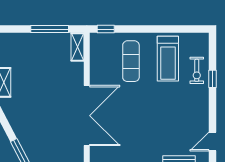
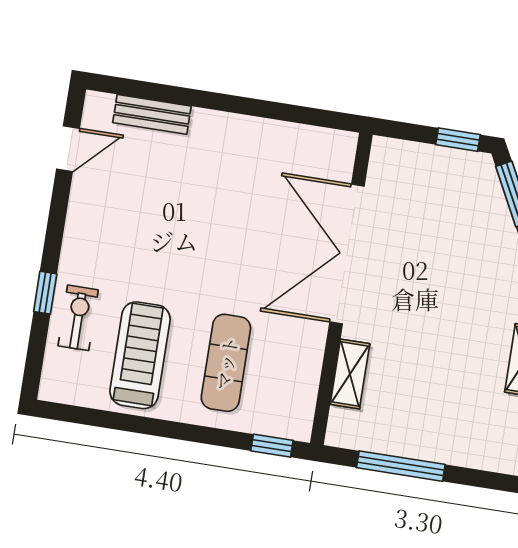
shelving: (77, 47) -> (350, 374), moved

